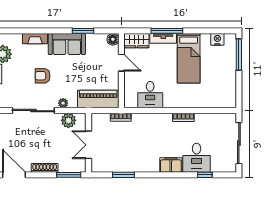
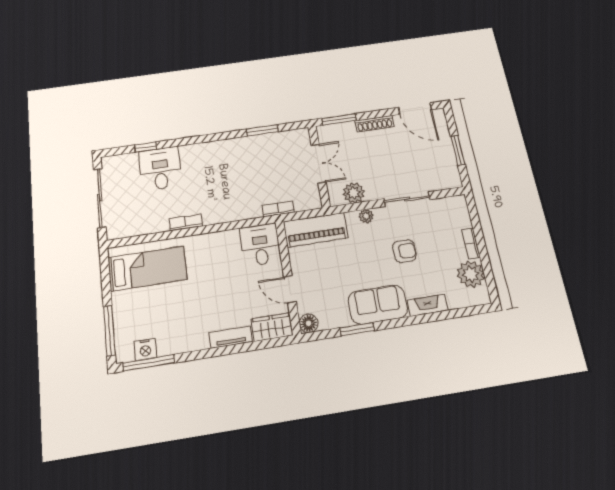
window: (167, 31) -> (149, 363), moved
bed: (189, 58) -> (147, 269), moved, turned 90
desk: (150, 95) -> (260, 245), moved
sliding door: (33, 111) -> (407, 199), width x0.73
filing cabinet: (171, 165) -> (196, 153), removed

